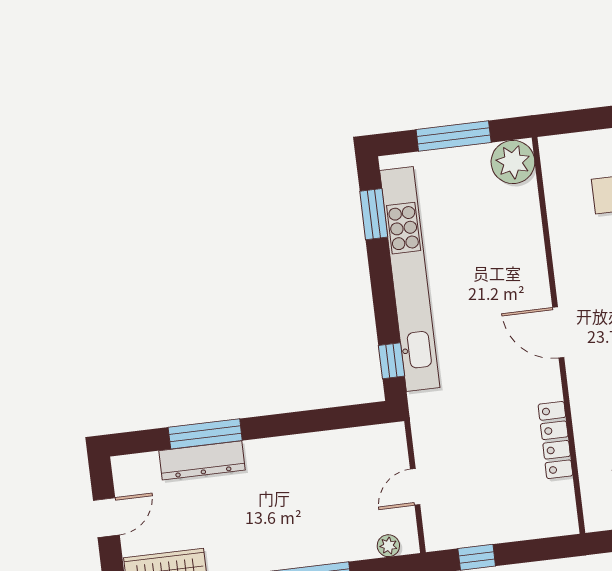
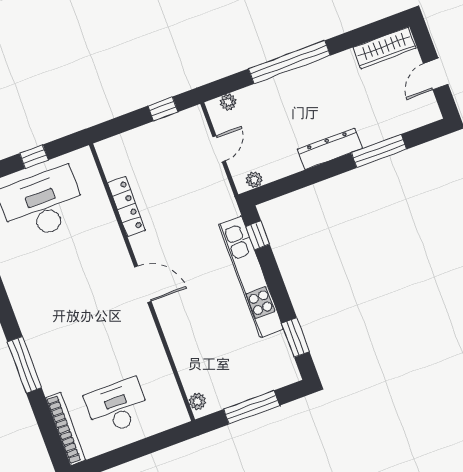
plant: (513, 162) -> (197, 401), width x0.53, depth x0.53
kitchen unit: (410, 279) -> (251, 277), width x0.73
plant: (379, 435) -> (254, 180), added
dresser: (202, 460) -> (330, 149), moved

